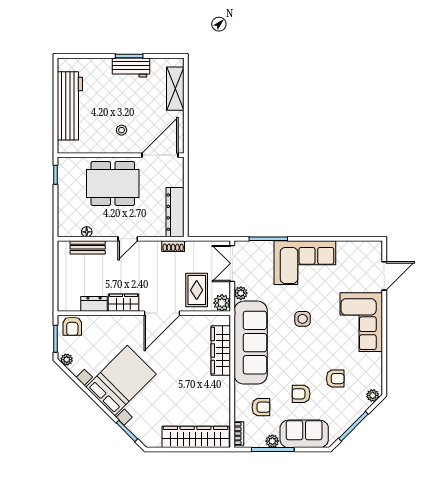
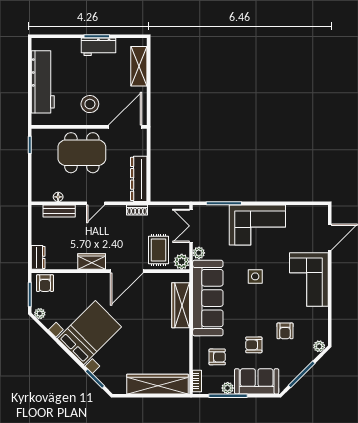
stool: (122, 130) -> (90, 104), width x1.89, depth x1.89
dresser: (94, 304) -> (38, 257), moved, turned 90
armchair: (335, 379) -> (285, 331), turned 90

